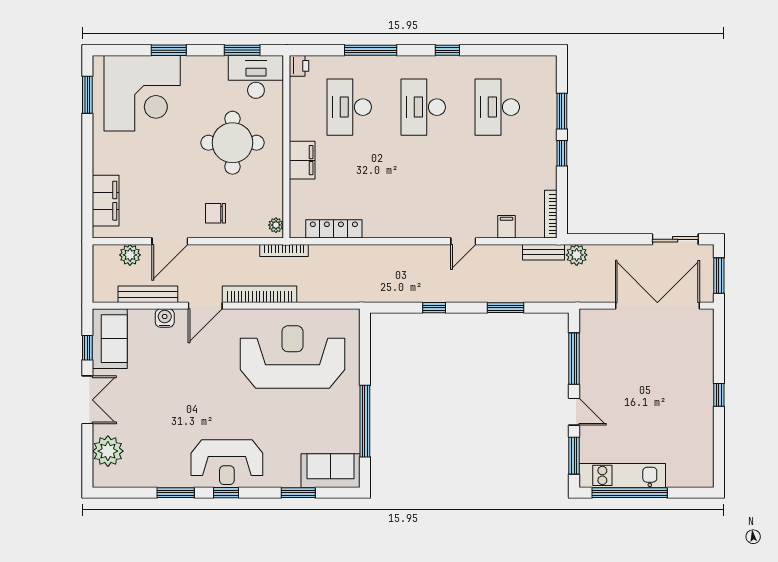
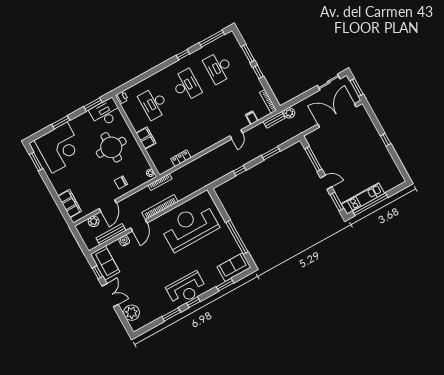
window: (371, 50) -> (212, 39), moved
desk: (423, 107) -> (186, 85), turned 180
locker: (334, 229) -> (181, 158), width x0.66

